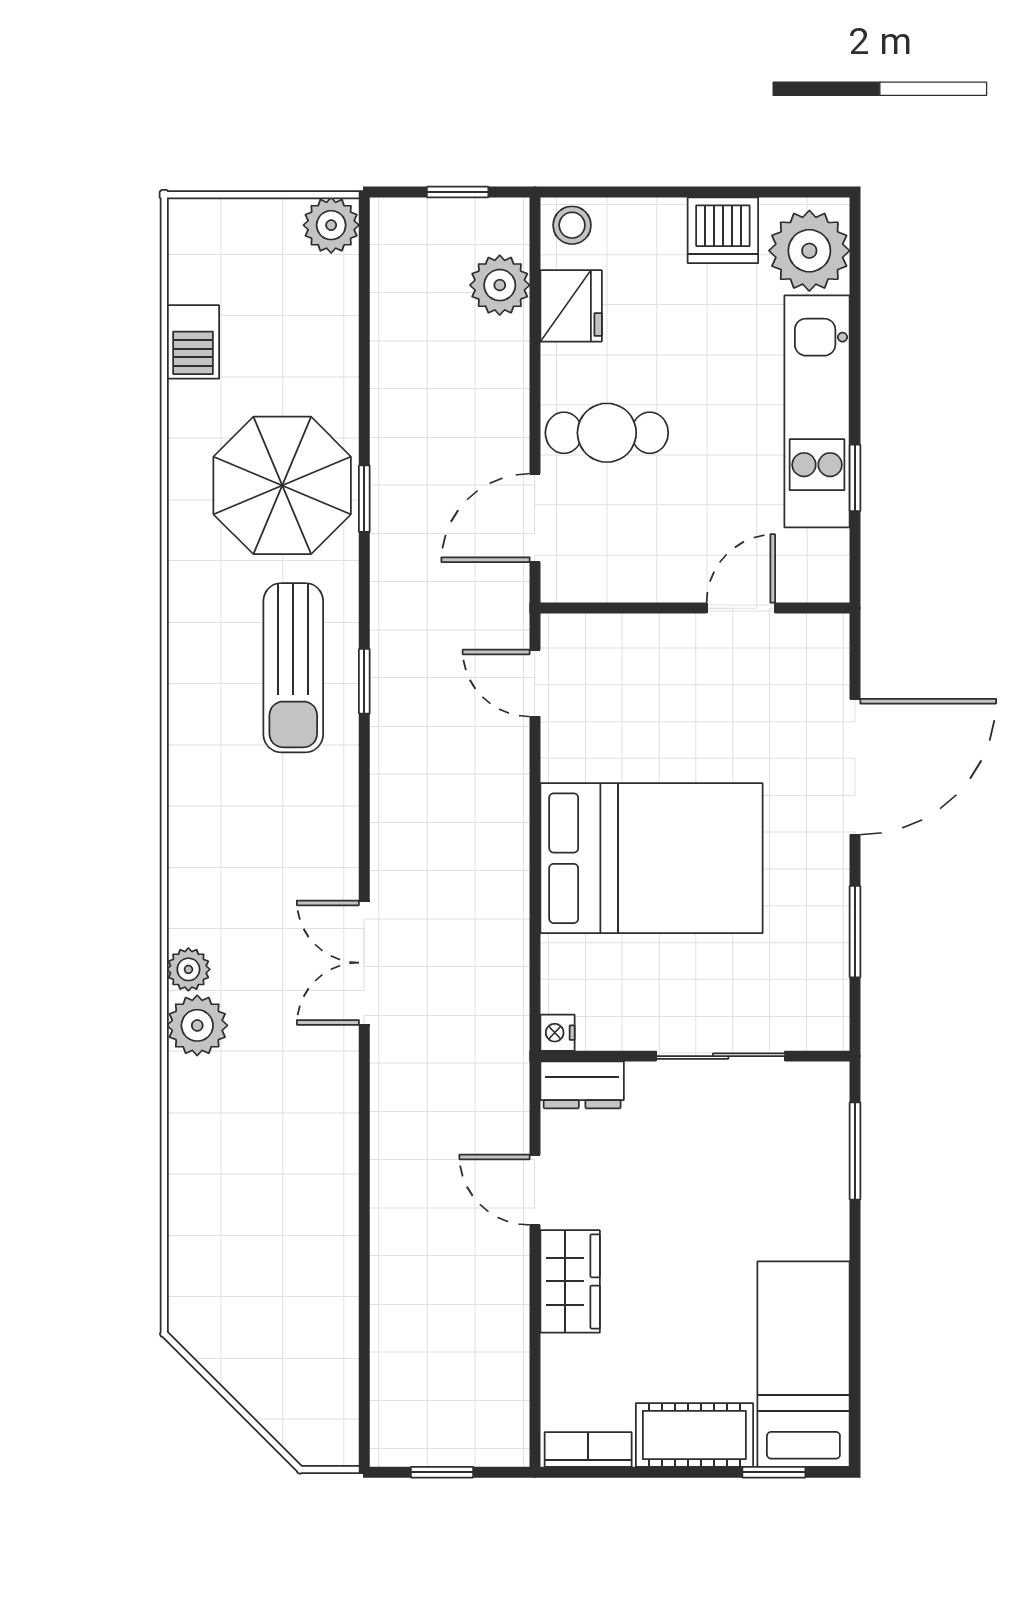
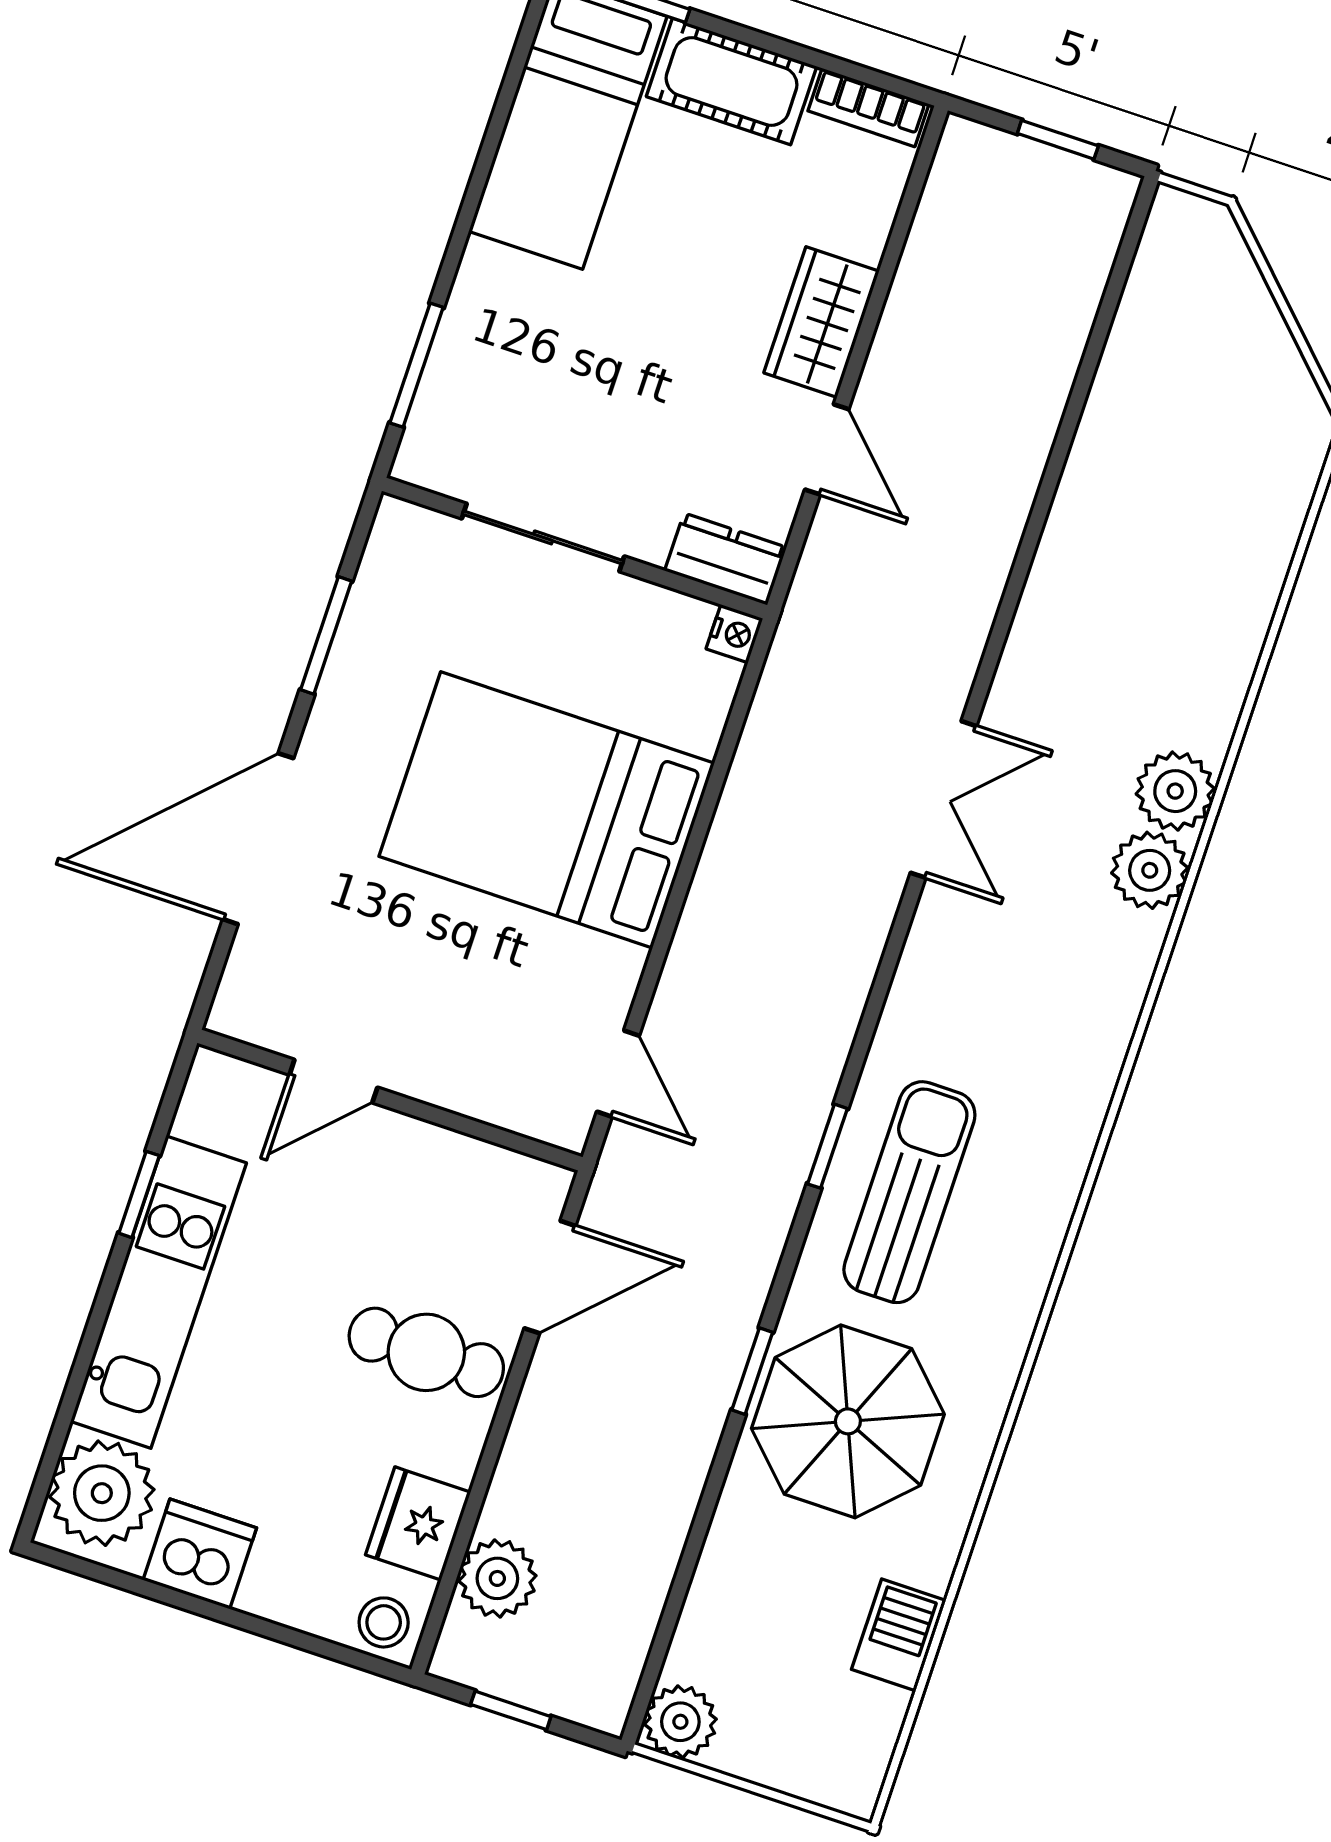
plant: (188, 969) -> (1150, 870), width x1.38, depth x1.38

